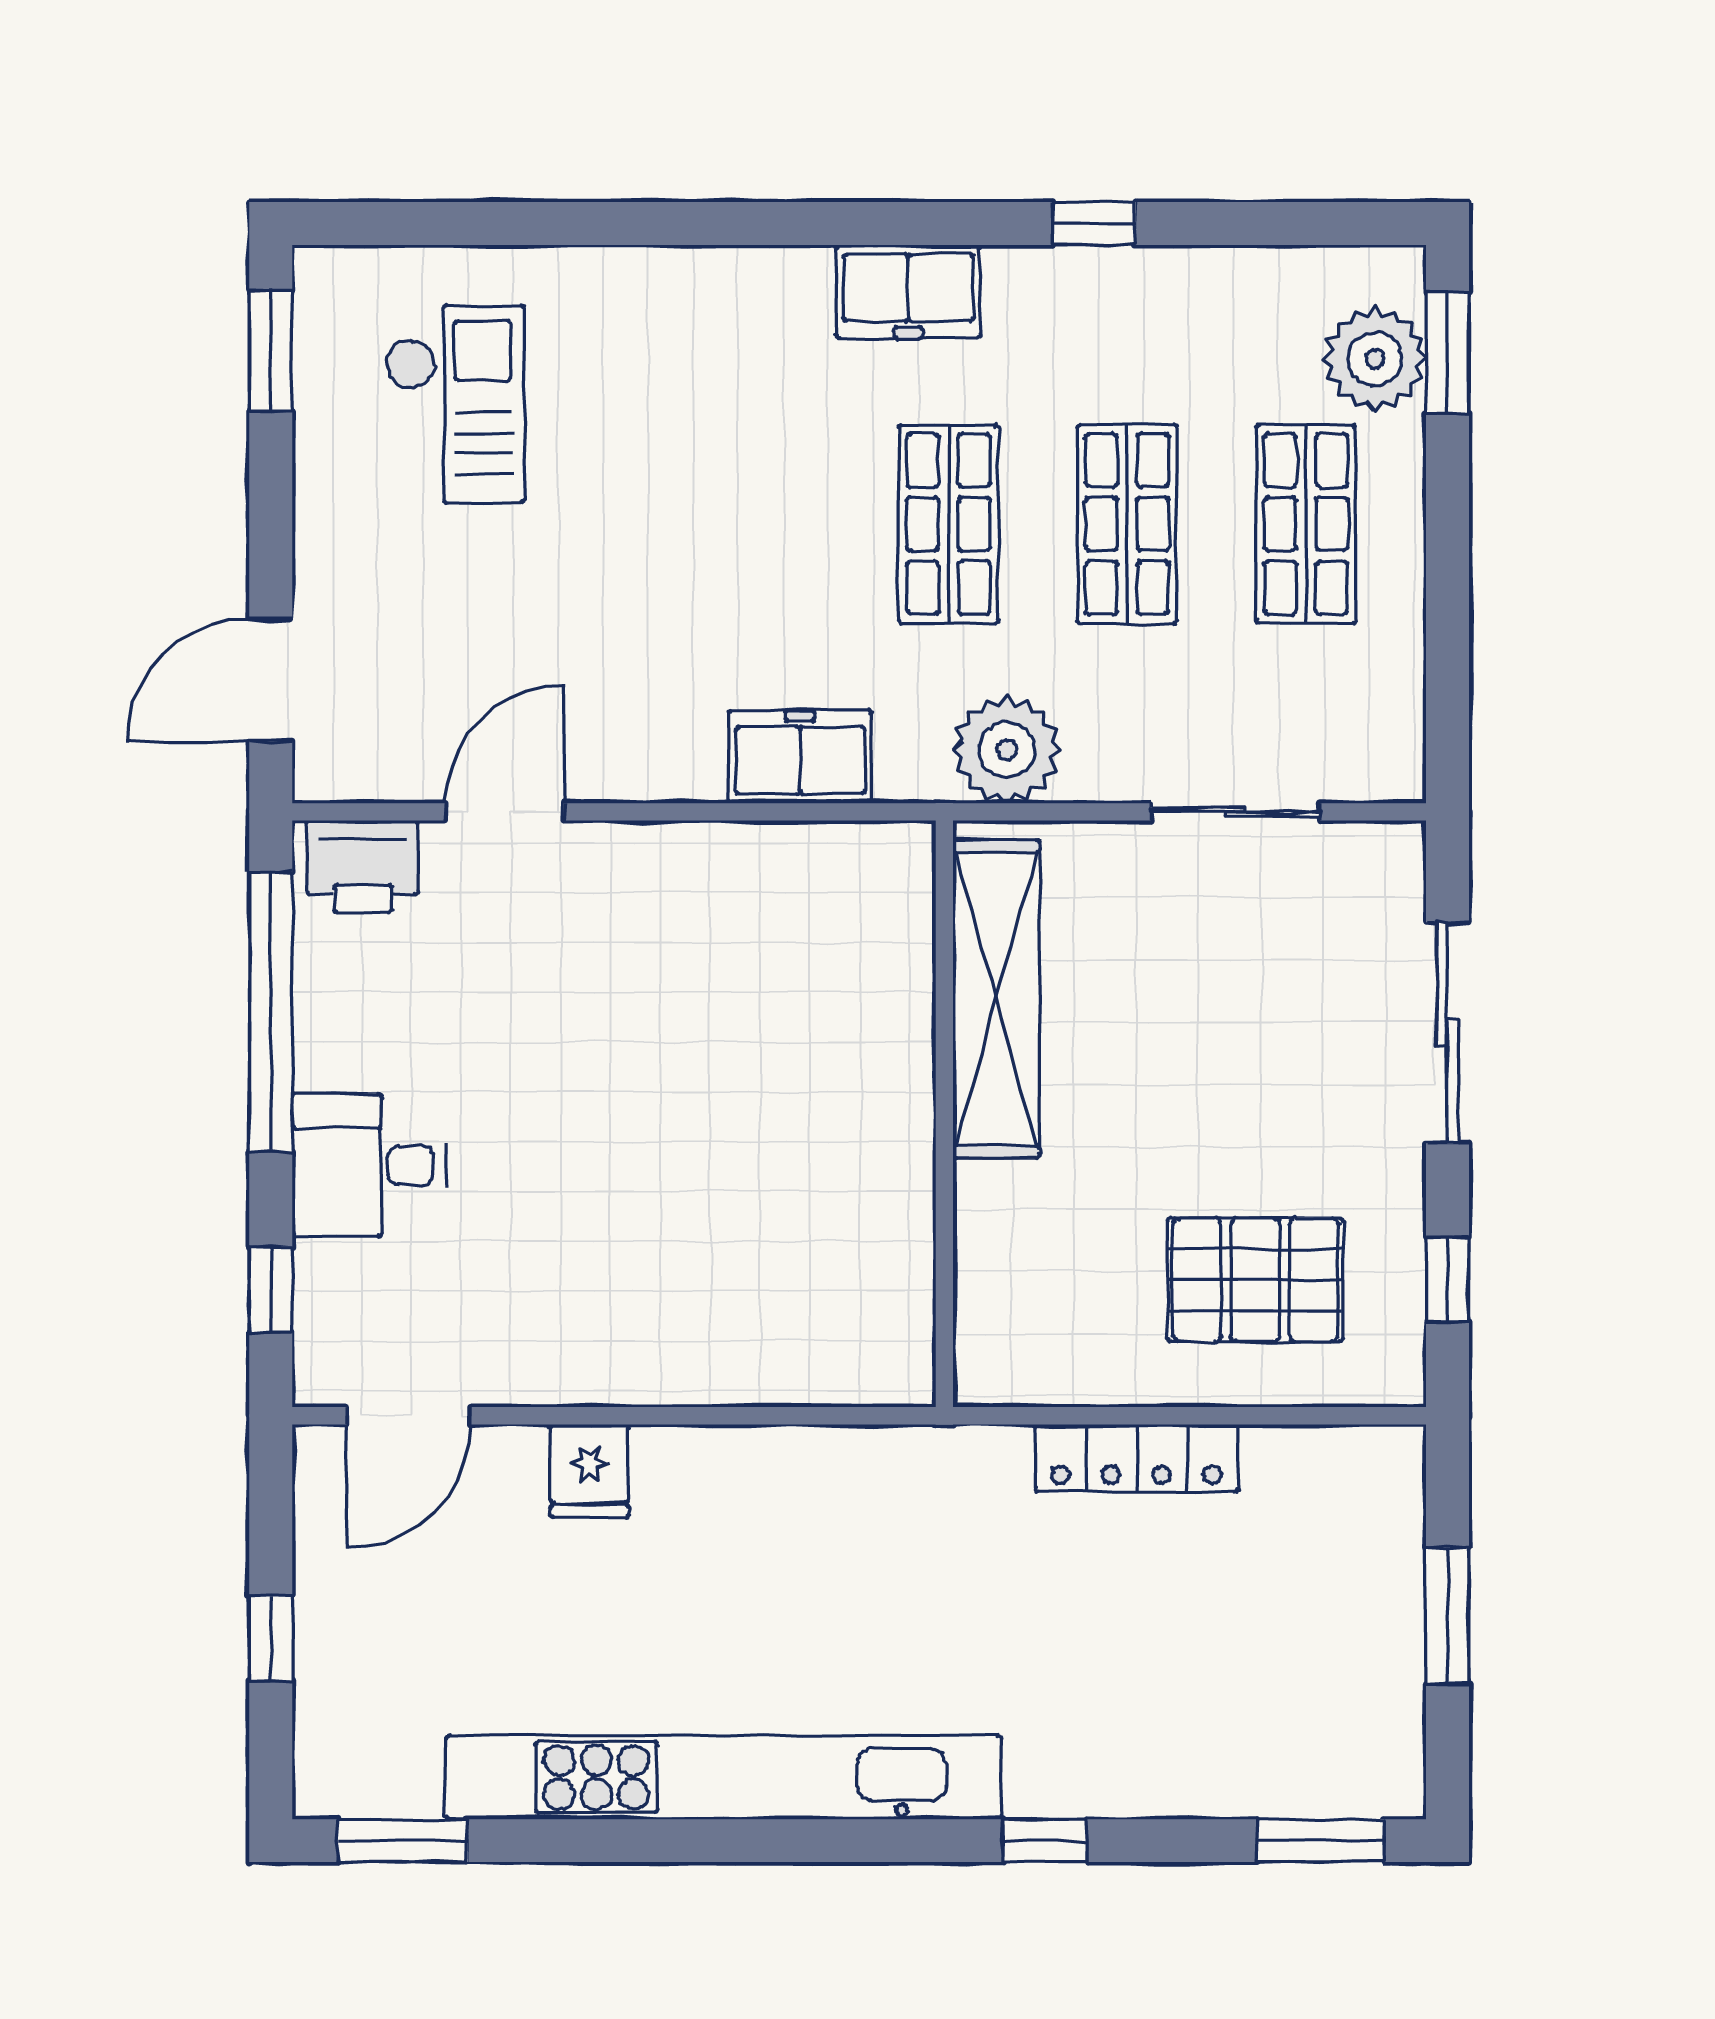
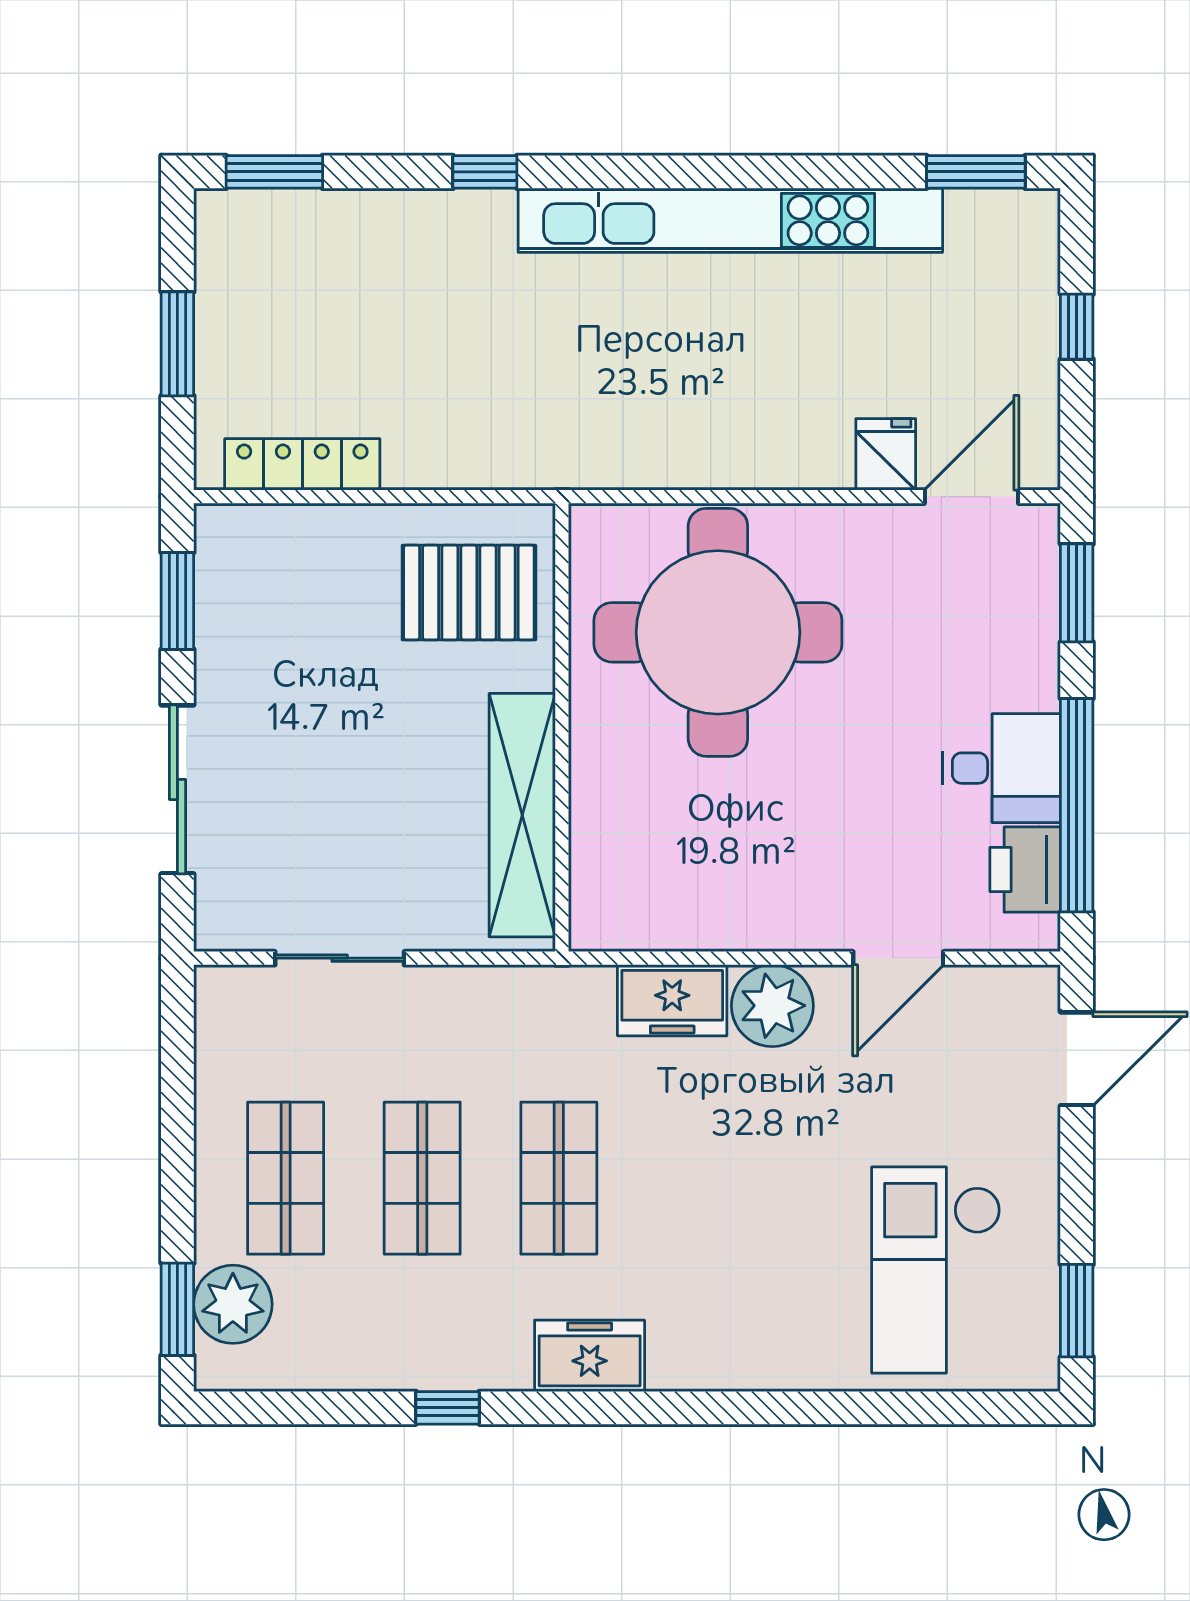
checkout: (455, 404) -> (936, 1270), width x1.36, depth x1.21
plant: (1007, 750) -> (772, 1006), moved
printer: (363, 866) -> (1025, 870), moved, turned -90
desk: (369, 1165) -> (1002, 768), moved
round table: (740, 1238) -> (718, 632), added
window: (1447, 1279) -> (177, 601), width x1.50
pallet: (1255, 1280) -> (469, 593), moved
window: (271, 1290) -> (1077, 593), width x1.50
locker: (1136, 1458) -> (302, 464), moved
fridge: (589, 1471) -> (886, 454), moved

